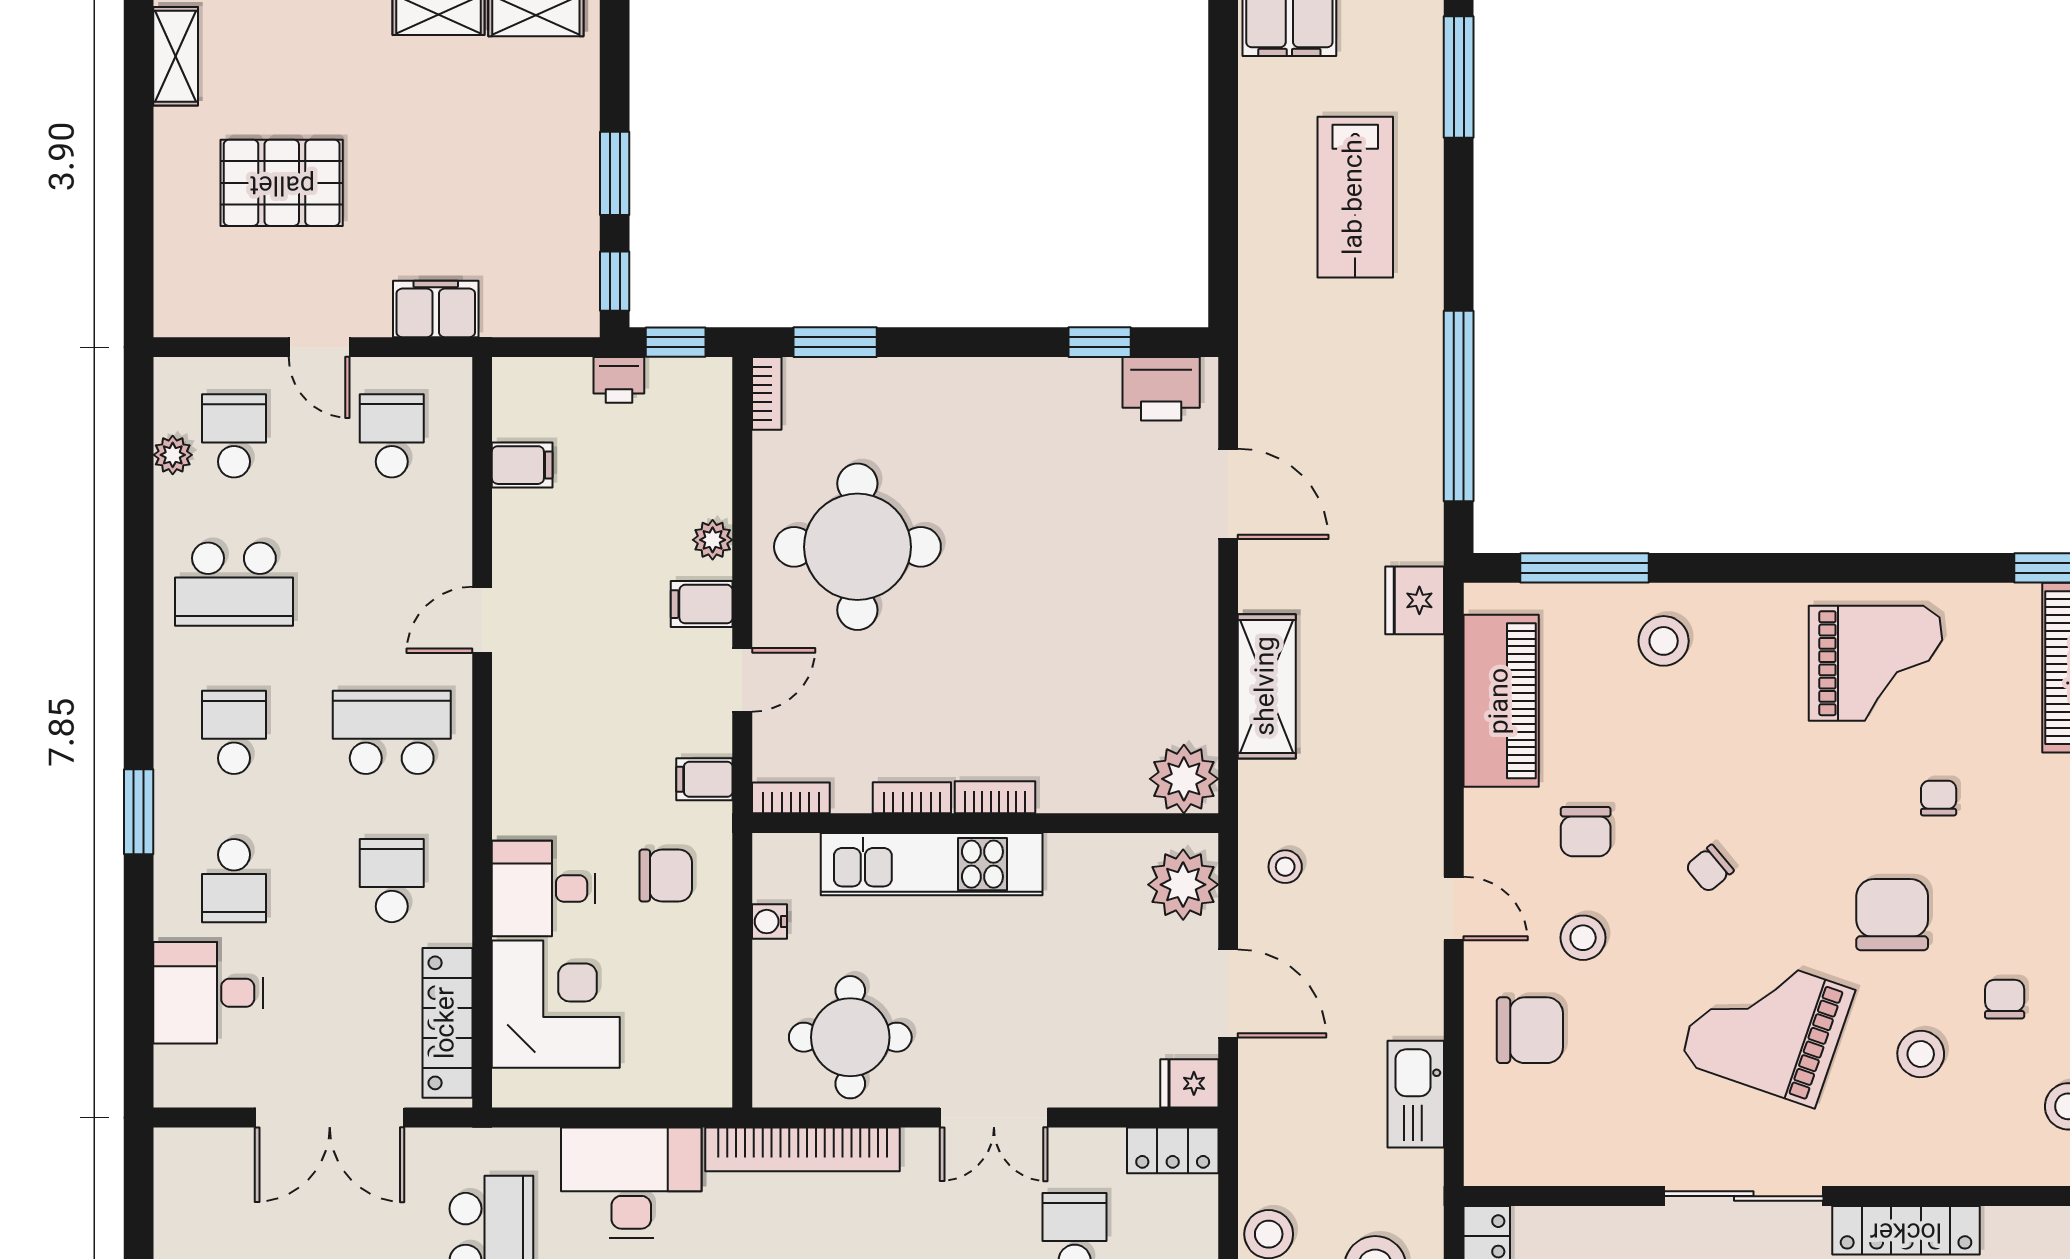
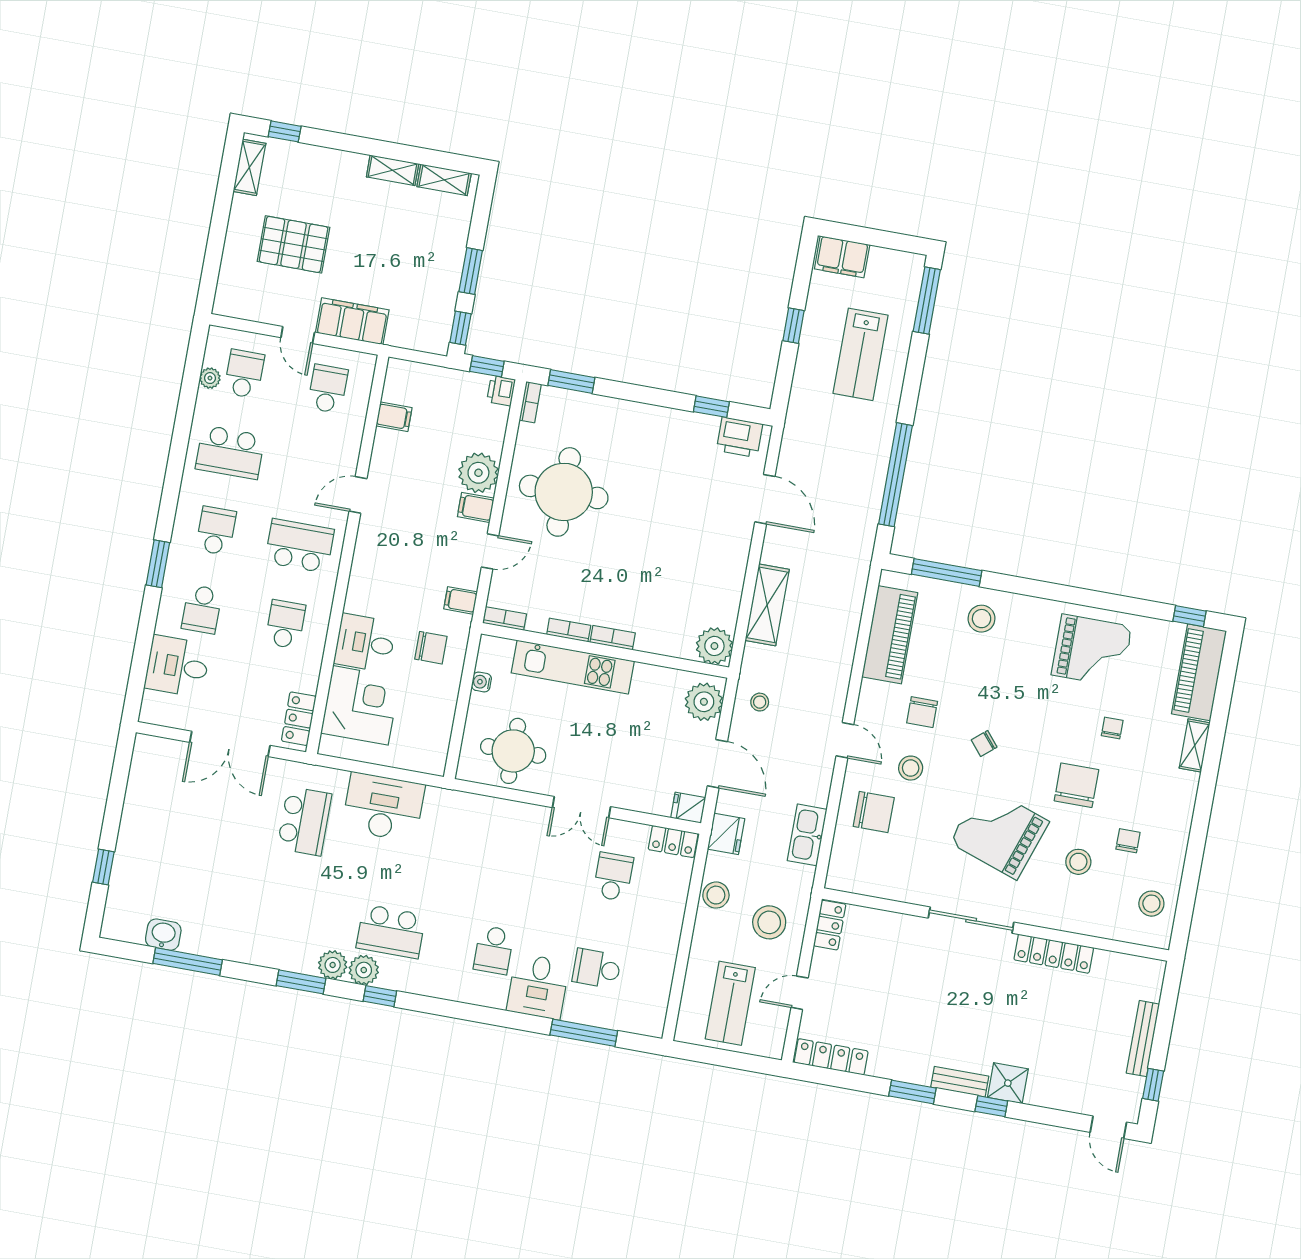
window: (1223, 167) -> (794, 326), added
filing cabinet: (436, 309) -> (352, 321), width x1.50, depth x1.17
printer: (619, 380) -> (501, 391), moved, turned 90
plant: (713, 540) -> (478, 473), width x1.88, depth x1.88
fridge: (1415, 600) -> (726, 834), moved, turned 180
locker: (447, 1023) -> (299, 719), width x0.66
bookcase: (802, 1149) -> (477, 806), removed

